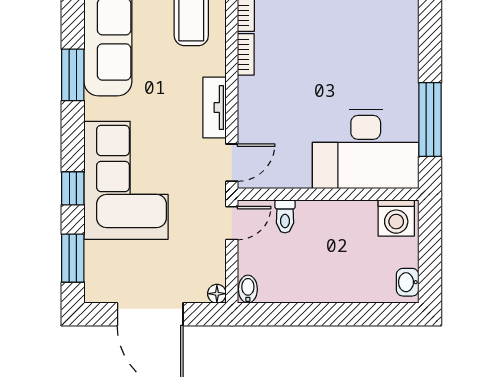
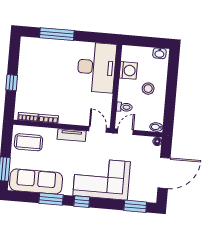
window: (430, 120) -> (57, 34), moved
window: (73, 188) -> (82, 202), moved
washing machine: (396, 218) -> (128, 70), moved
door: (232, 223) -> (125, 132), hinge flipped
stool: (329, 264) -> (148, 89), added

